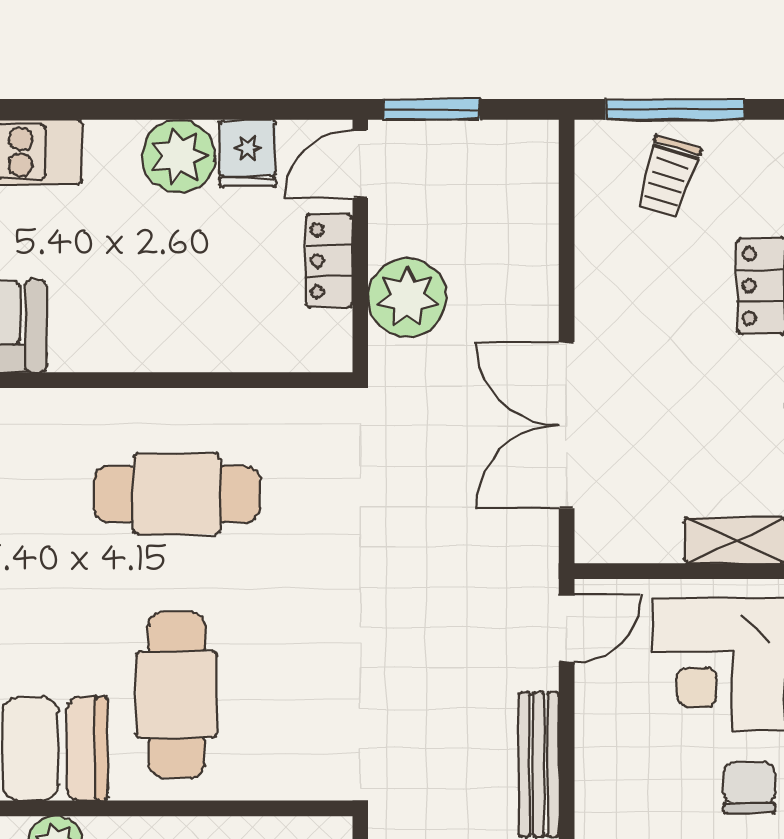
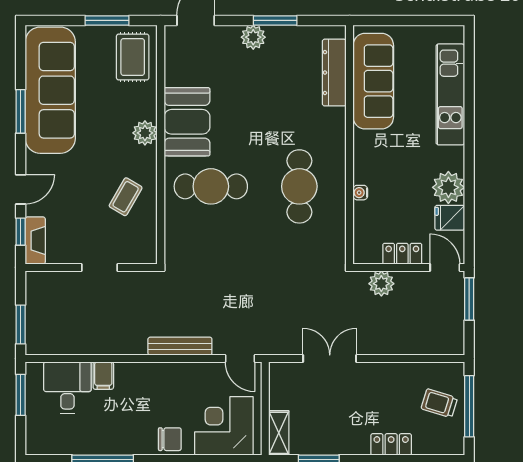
plant: (407, 298) -> (381, 284), width x0.73, depth x0.73
water cooler: (191, 356) -> (360, 193), added
double door: (567, 425) -> (330, 358), width x0.73

